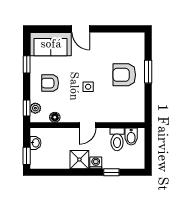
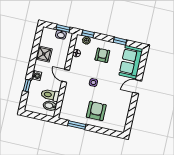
window: (148, 72) -> (77, 125), moved
window: (27, 156) -> (63, 28), moved
shower: (79, 160) -> (44, 54), moved

